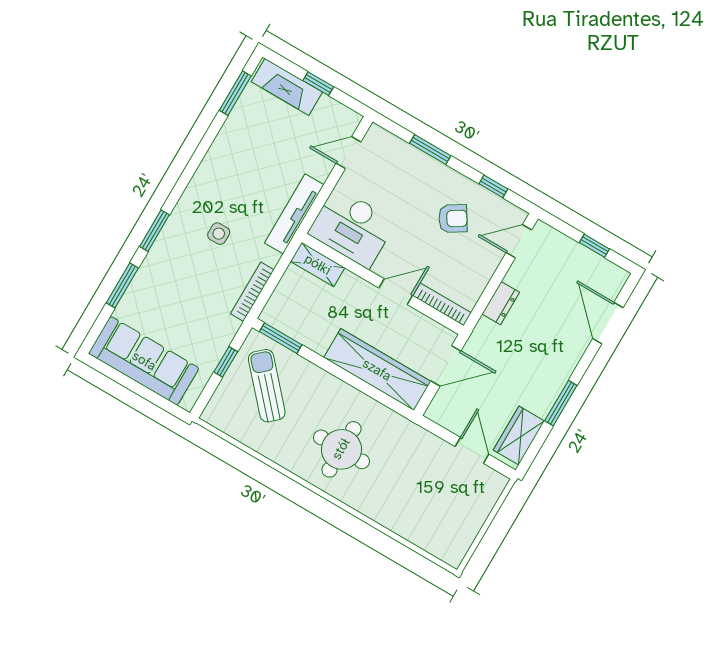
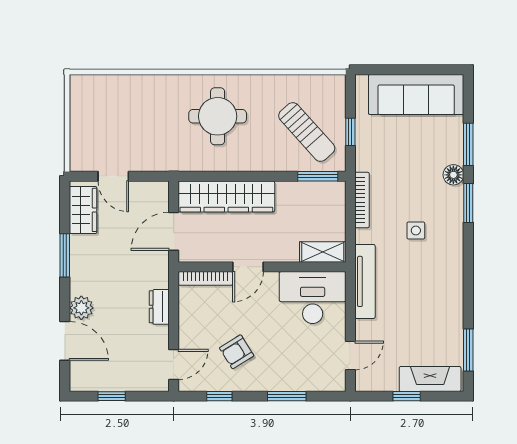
floor lamp: (153, 265) -> (453, 175), added
plant: (574, 345) -> (81, 308), added

